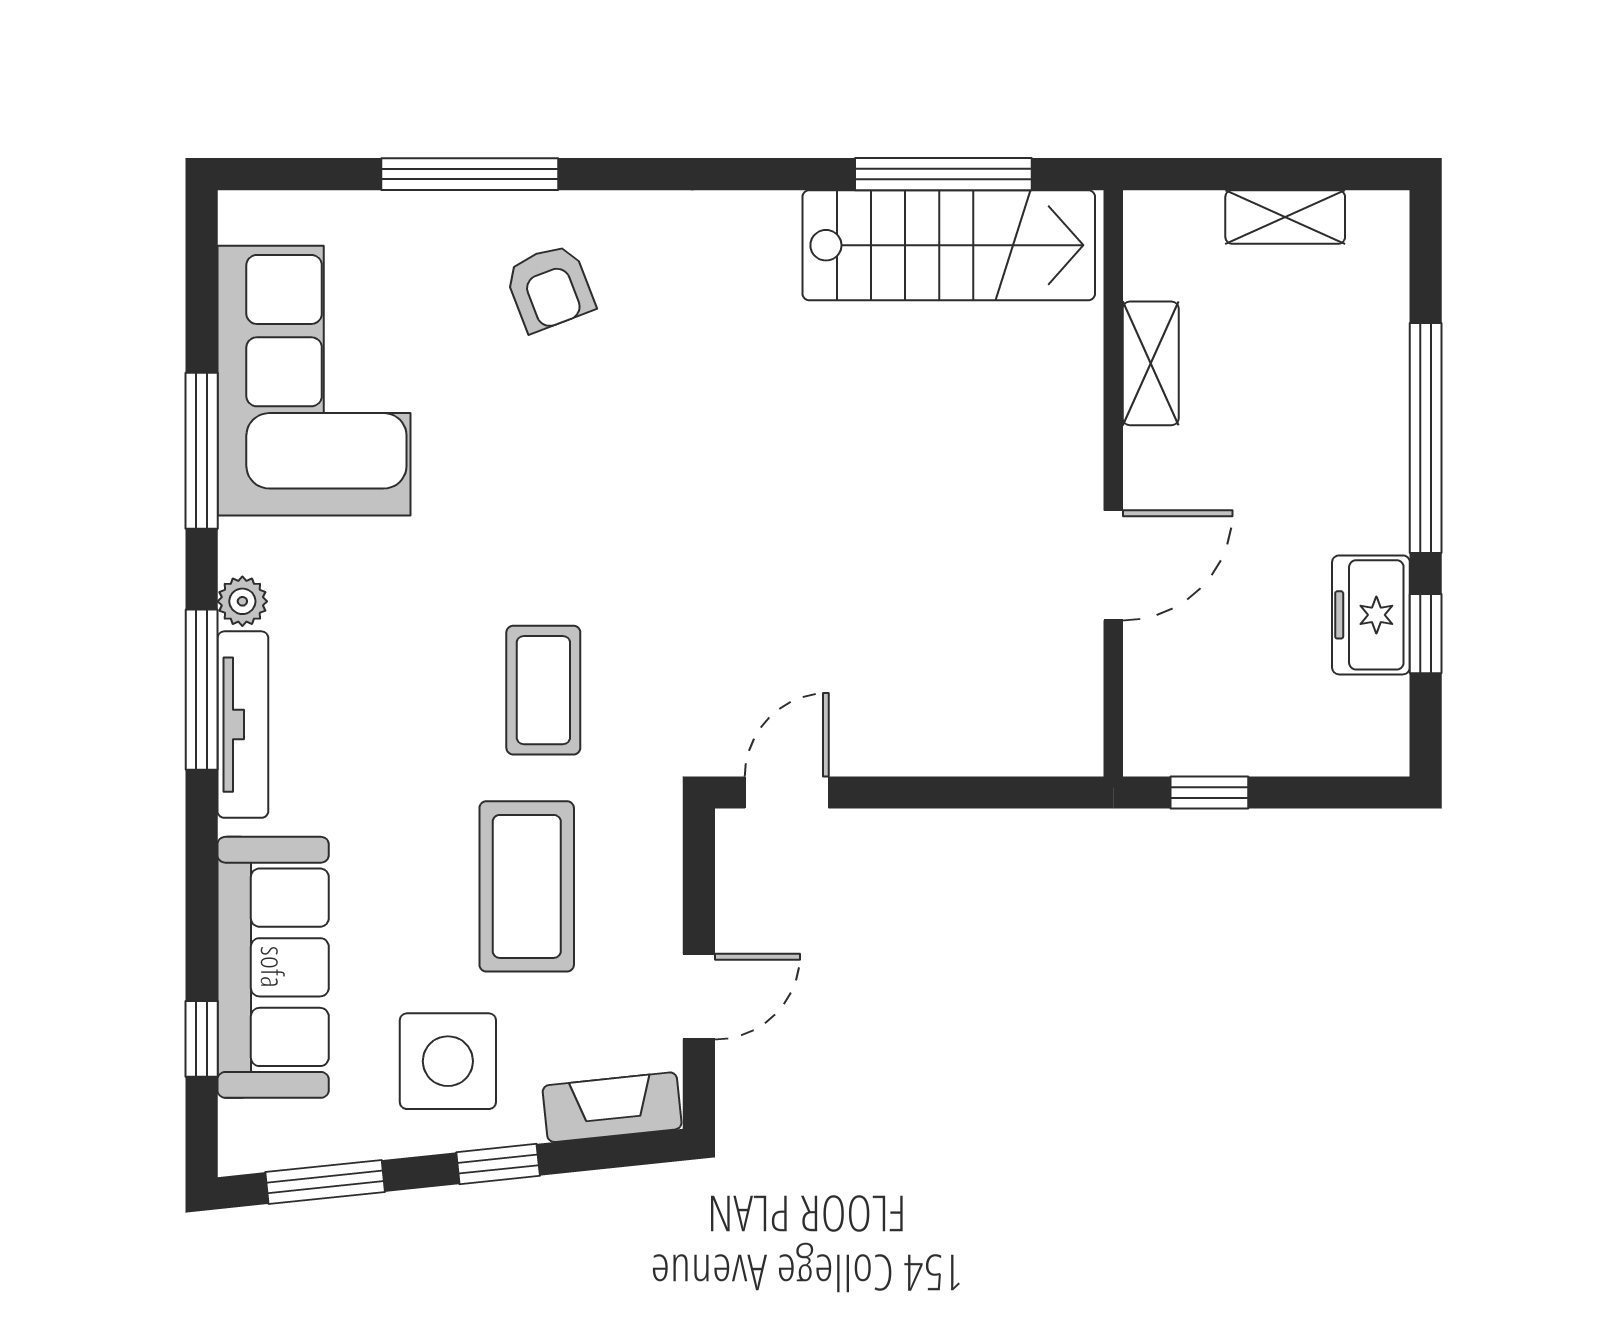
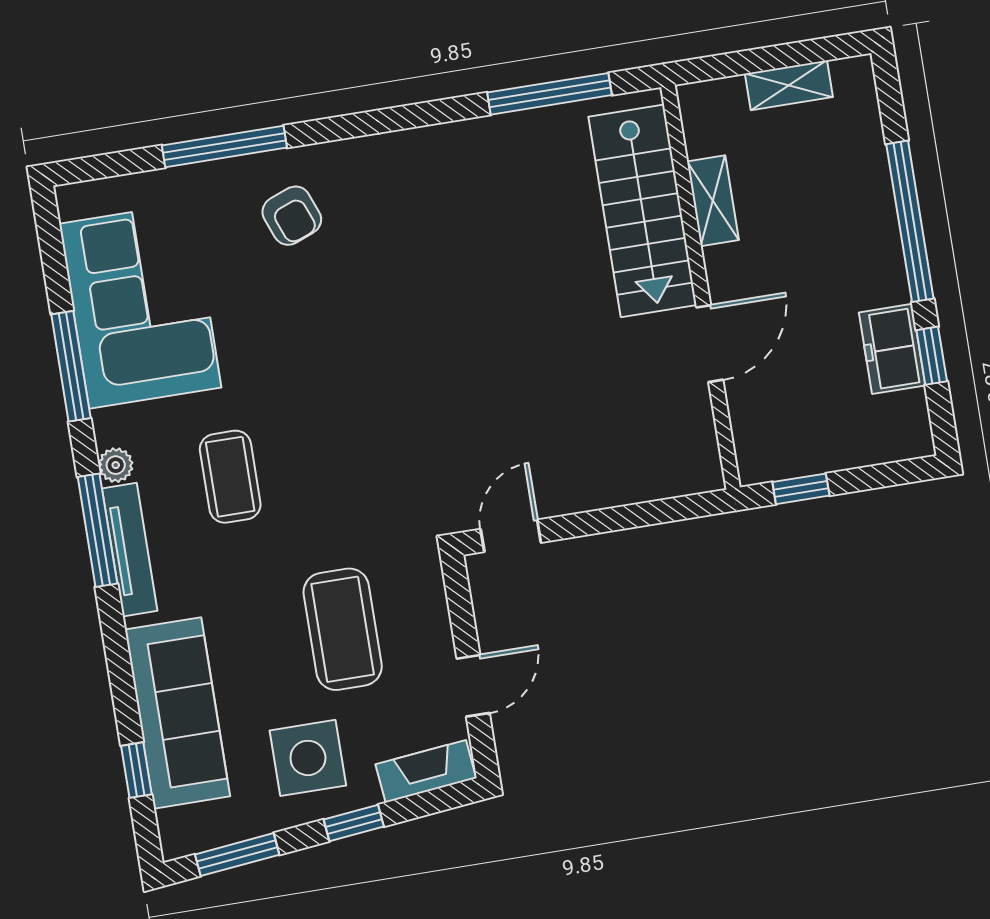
stairs: (949, 245) -> (643, 211), moved, turned 90
coffee table: (543, 690) -> (230, 477), moved

